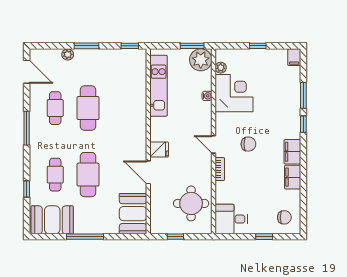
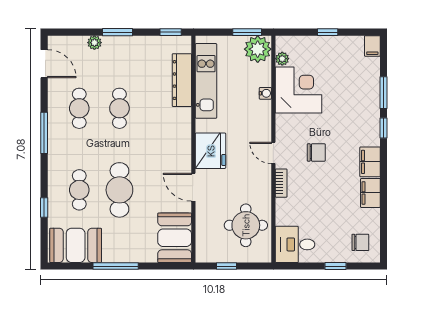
dresser: (139, 85) -> (182, 80), added
cafe table: (88, 108) -> (119, 108), width x0.73, depth x0.74
fridge: (159, 149) -> (211, 151), width x1.88, depth x1.34

